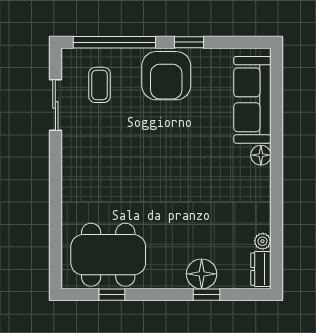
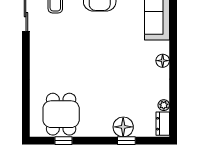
floor lamp: (261, 155) -> (163, 61), moved
dining table: (108, 255) -> (61, 114), width x0.73

